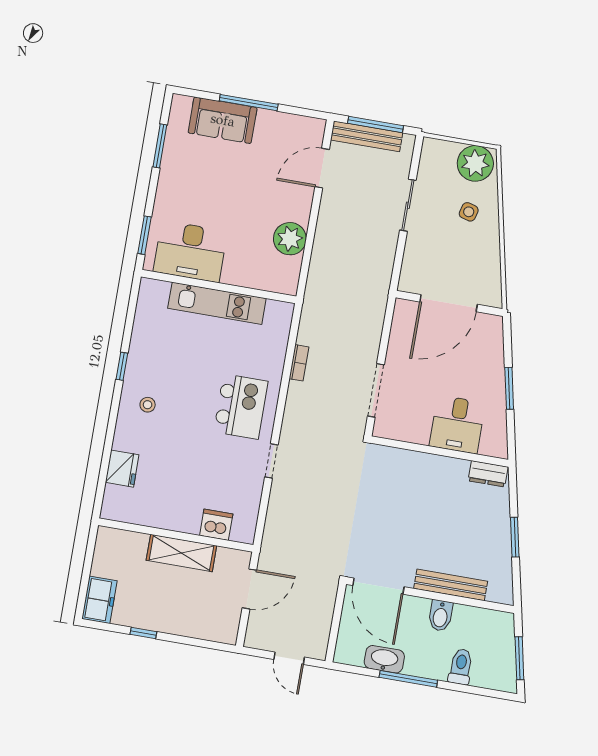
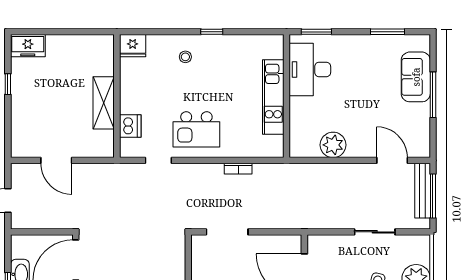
dishwasher: (216, 525) -> (130, 126), moved
wall: (176, 535) -> (117, 96), moved
shelving: (181, 553) -> (104, 103), moved

